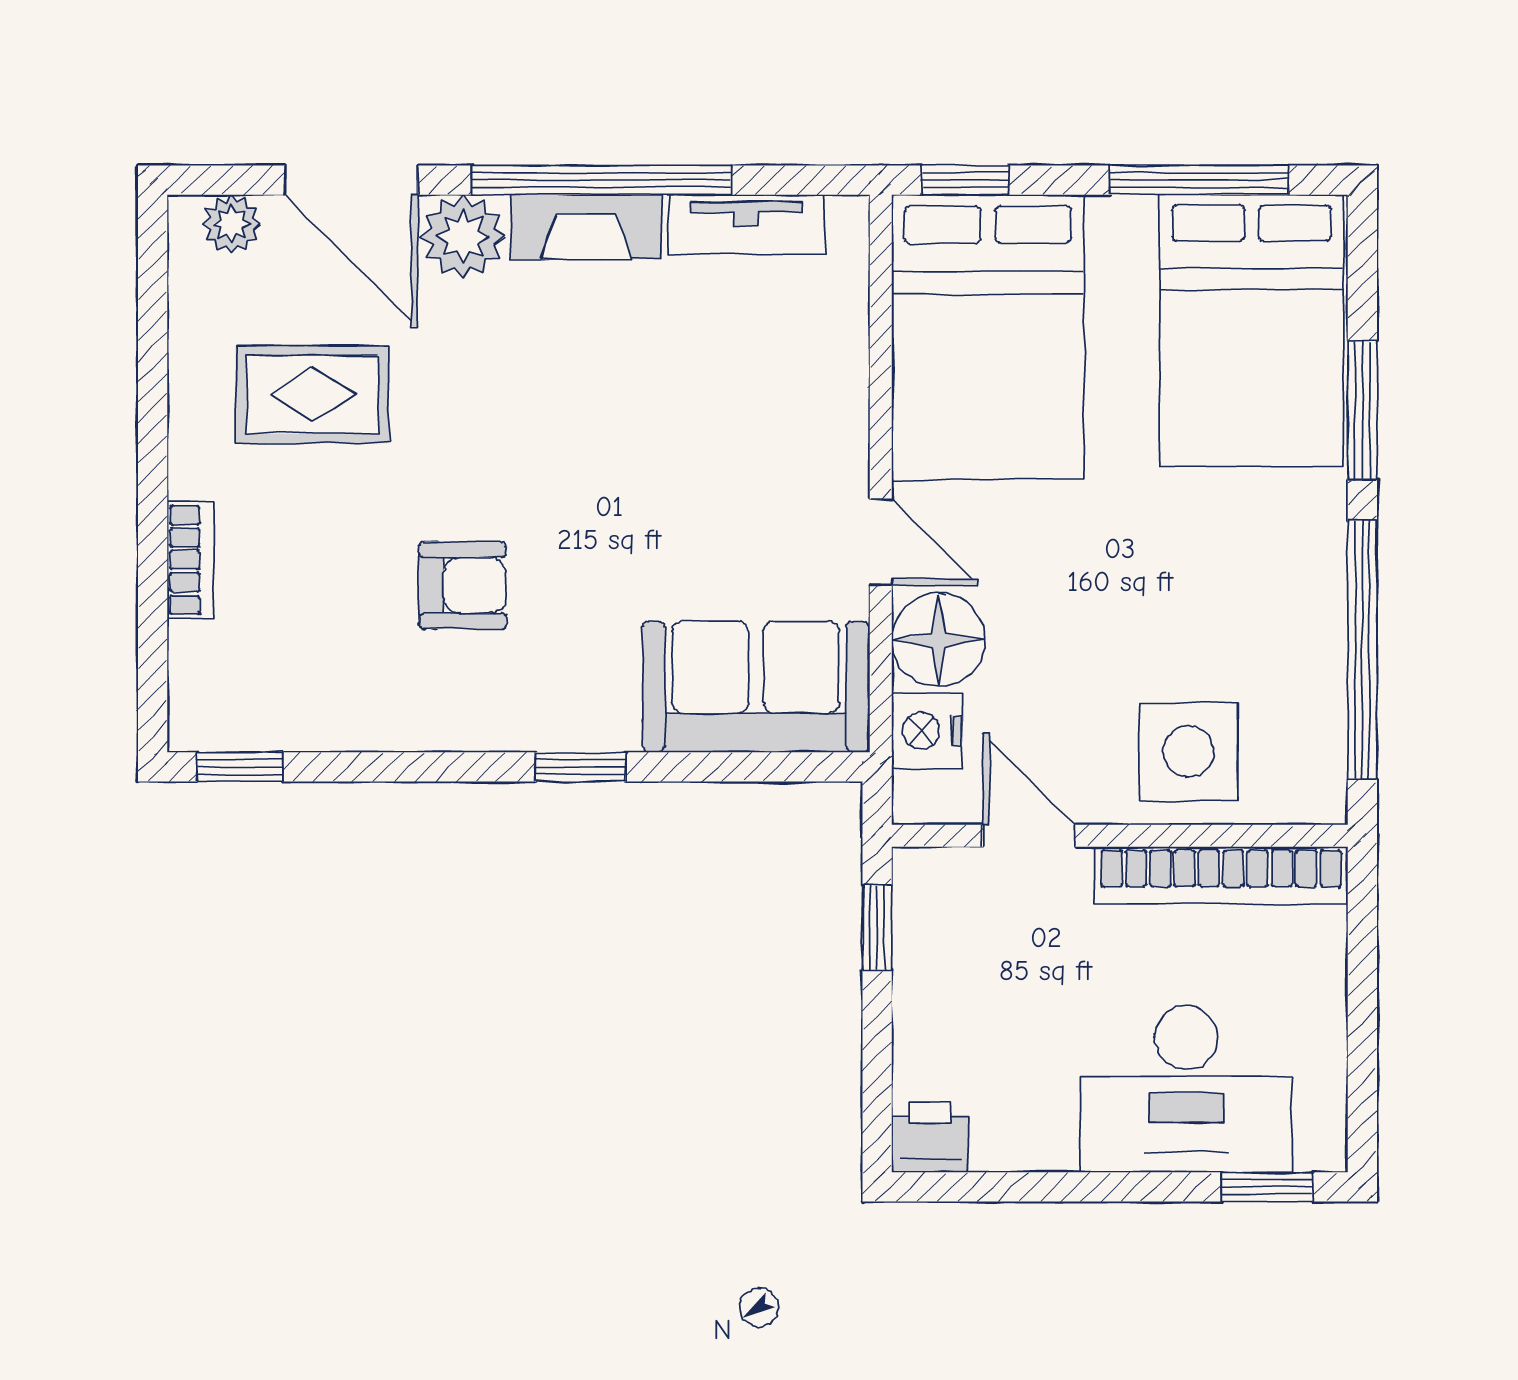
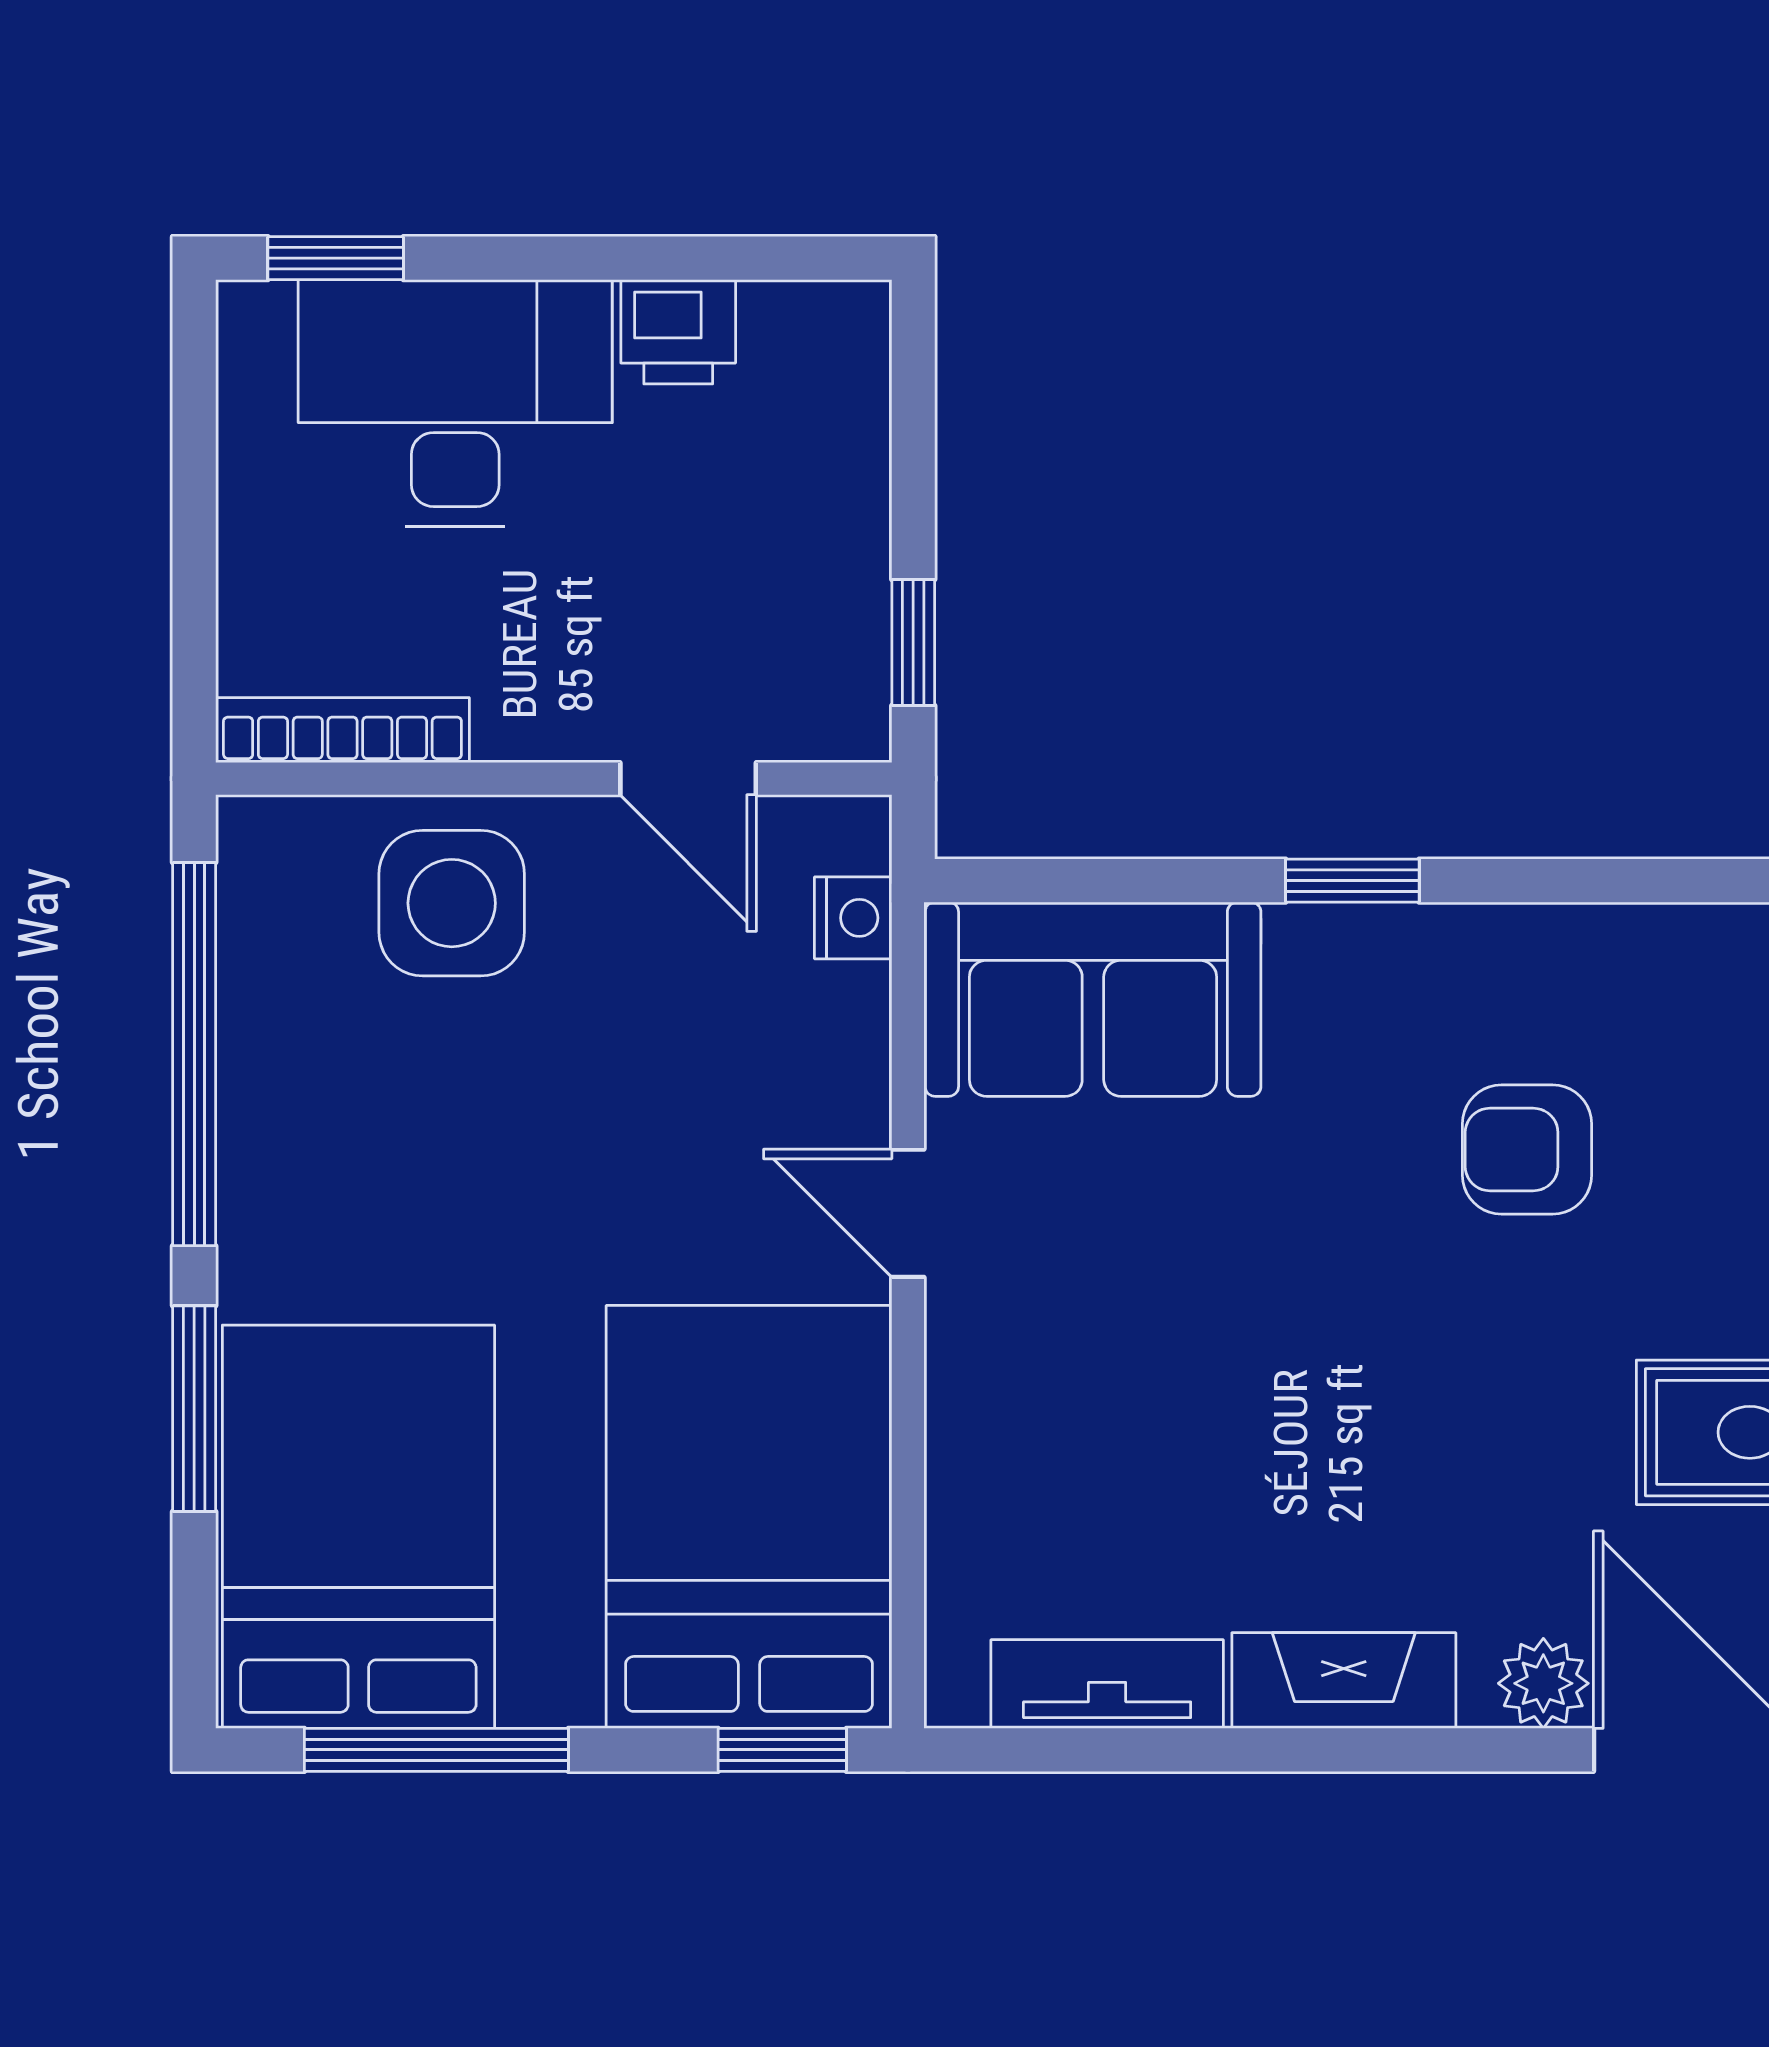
window: (602, 180) -> (1321, 1750), removed
plant: (463, 236) -> (1543, 1683), width x0.73, depth x0.73
floor lamp: (938, 640) -> (822, 1069), removed
nightstand: (927, 731) -> (853, 918), width x0.72, depth x0.74
bookcase: (1221, 875) -> (342, 730), width x0.68, depth x0.76
printer: (930, 1137) -> (678, 332), moved

